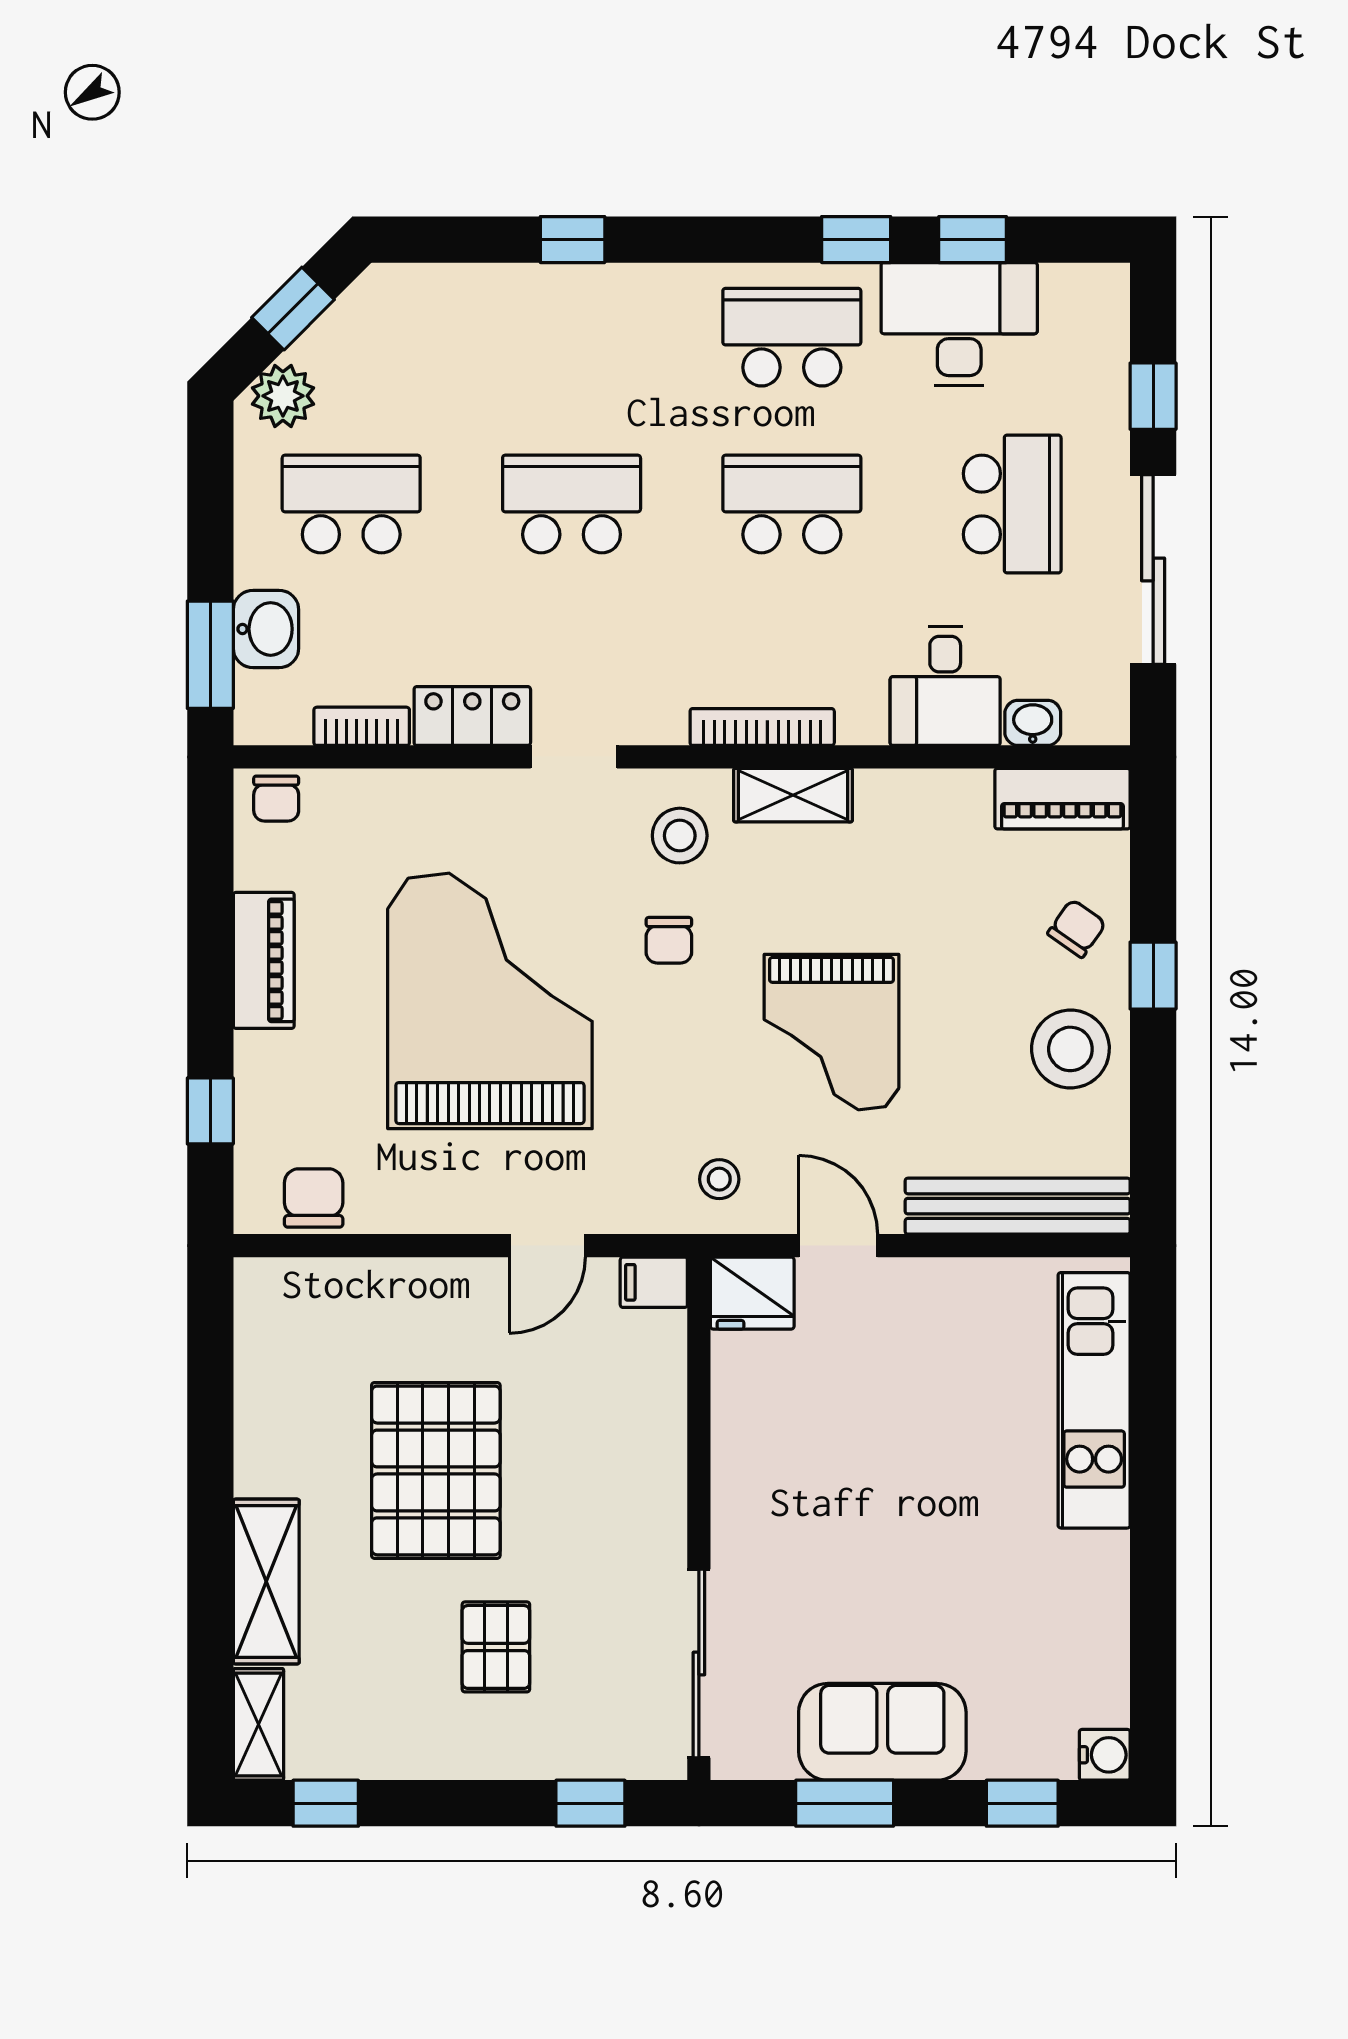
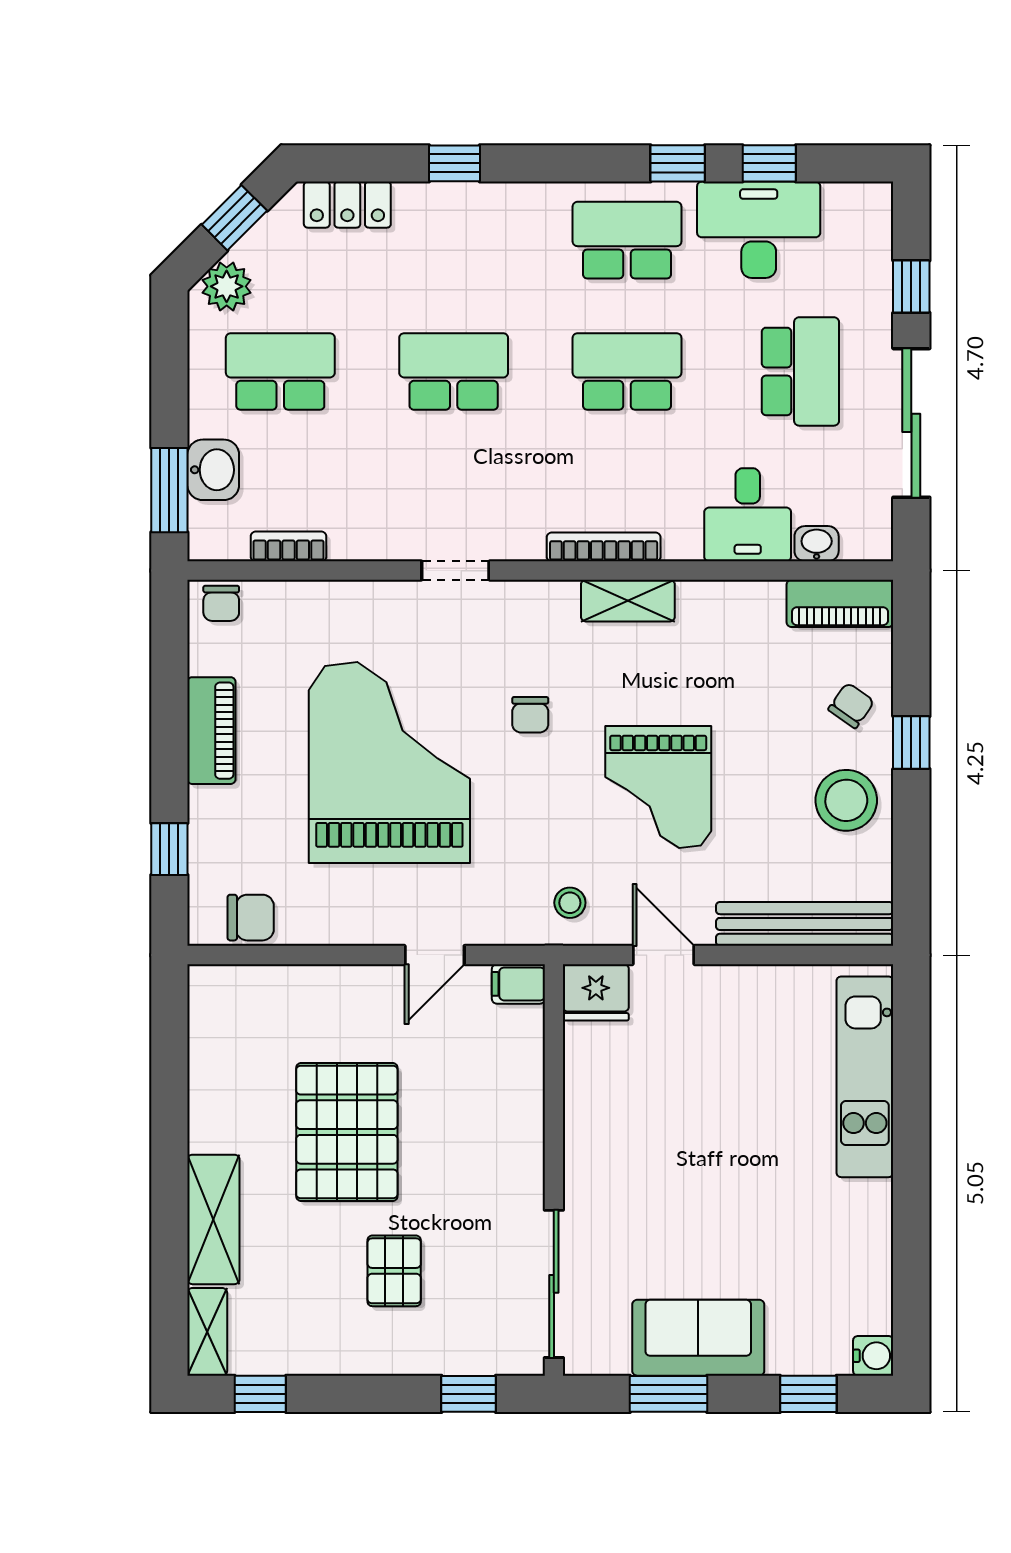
locker: (472, 716) -> (347, 205), moved, turned 180
stool: (680, 836) -> (539, 632), removed
chair: (314, 1198) -> (251, 918), turned 90

